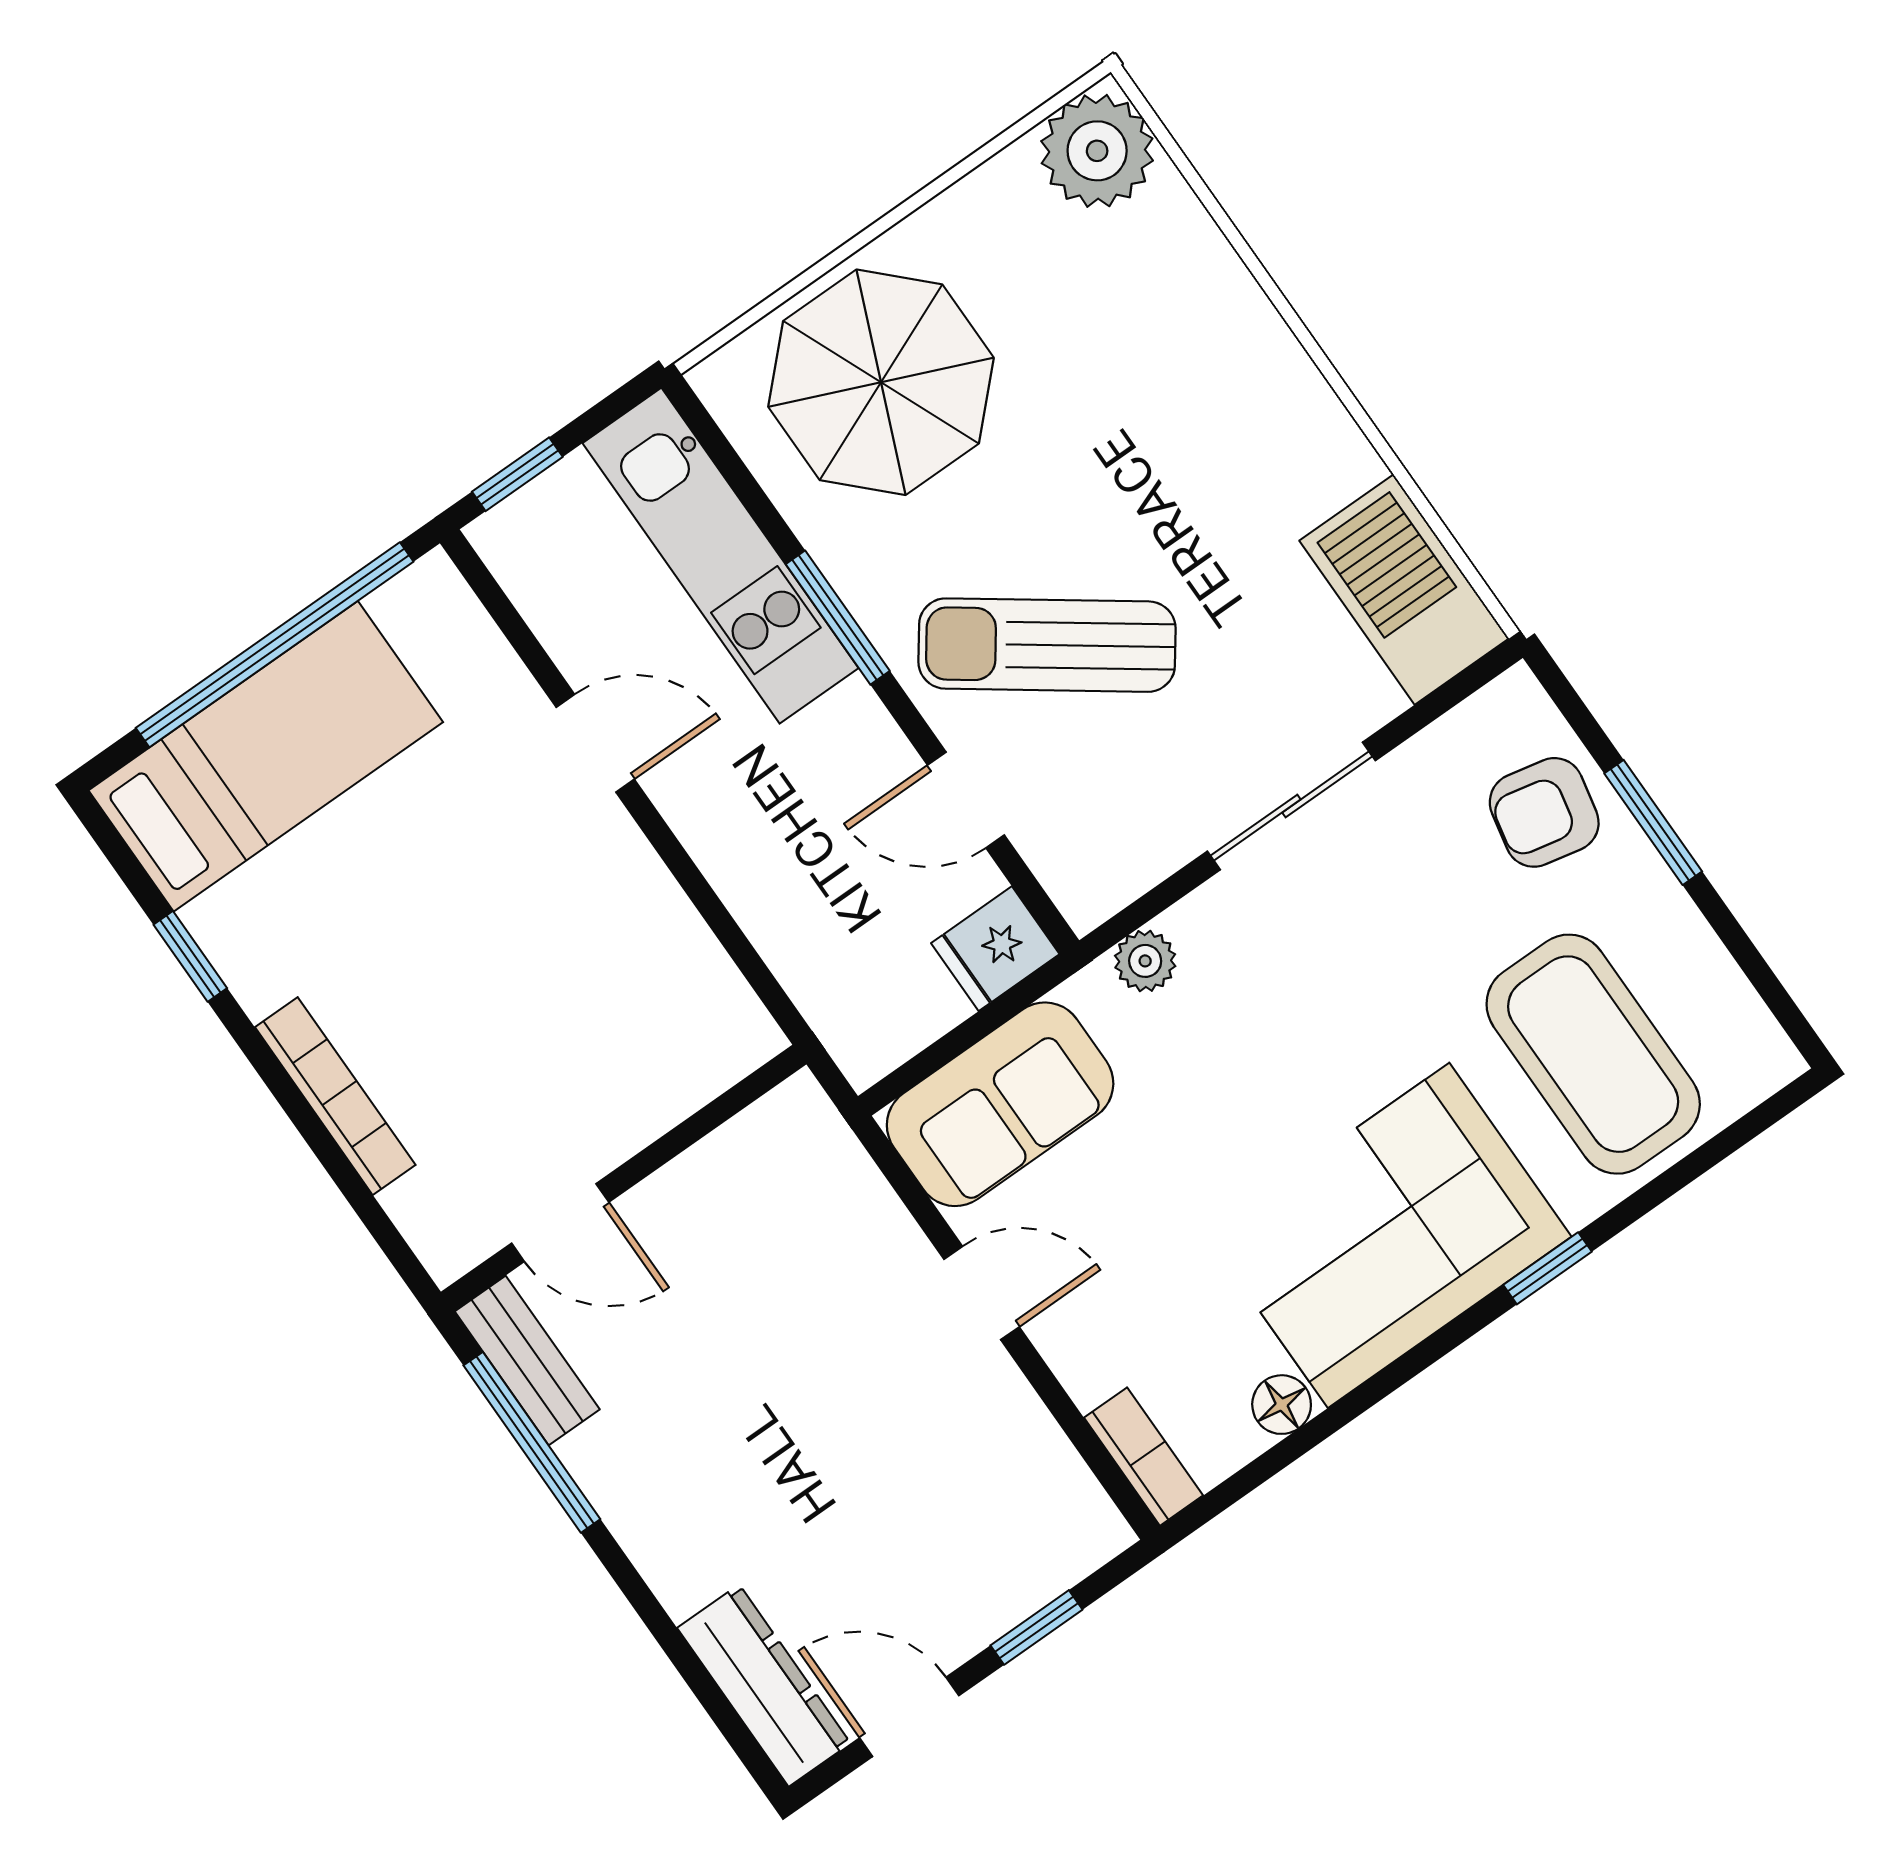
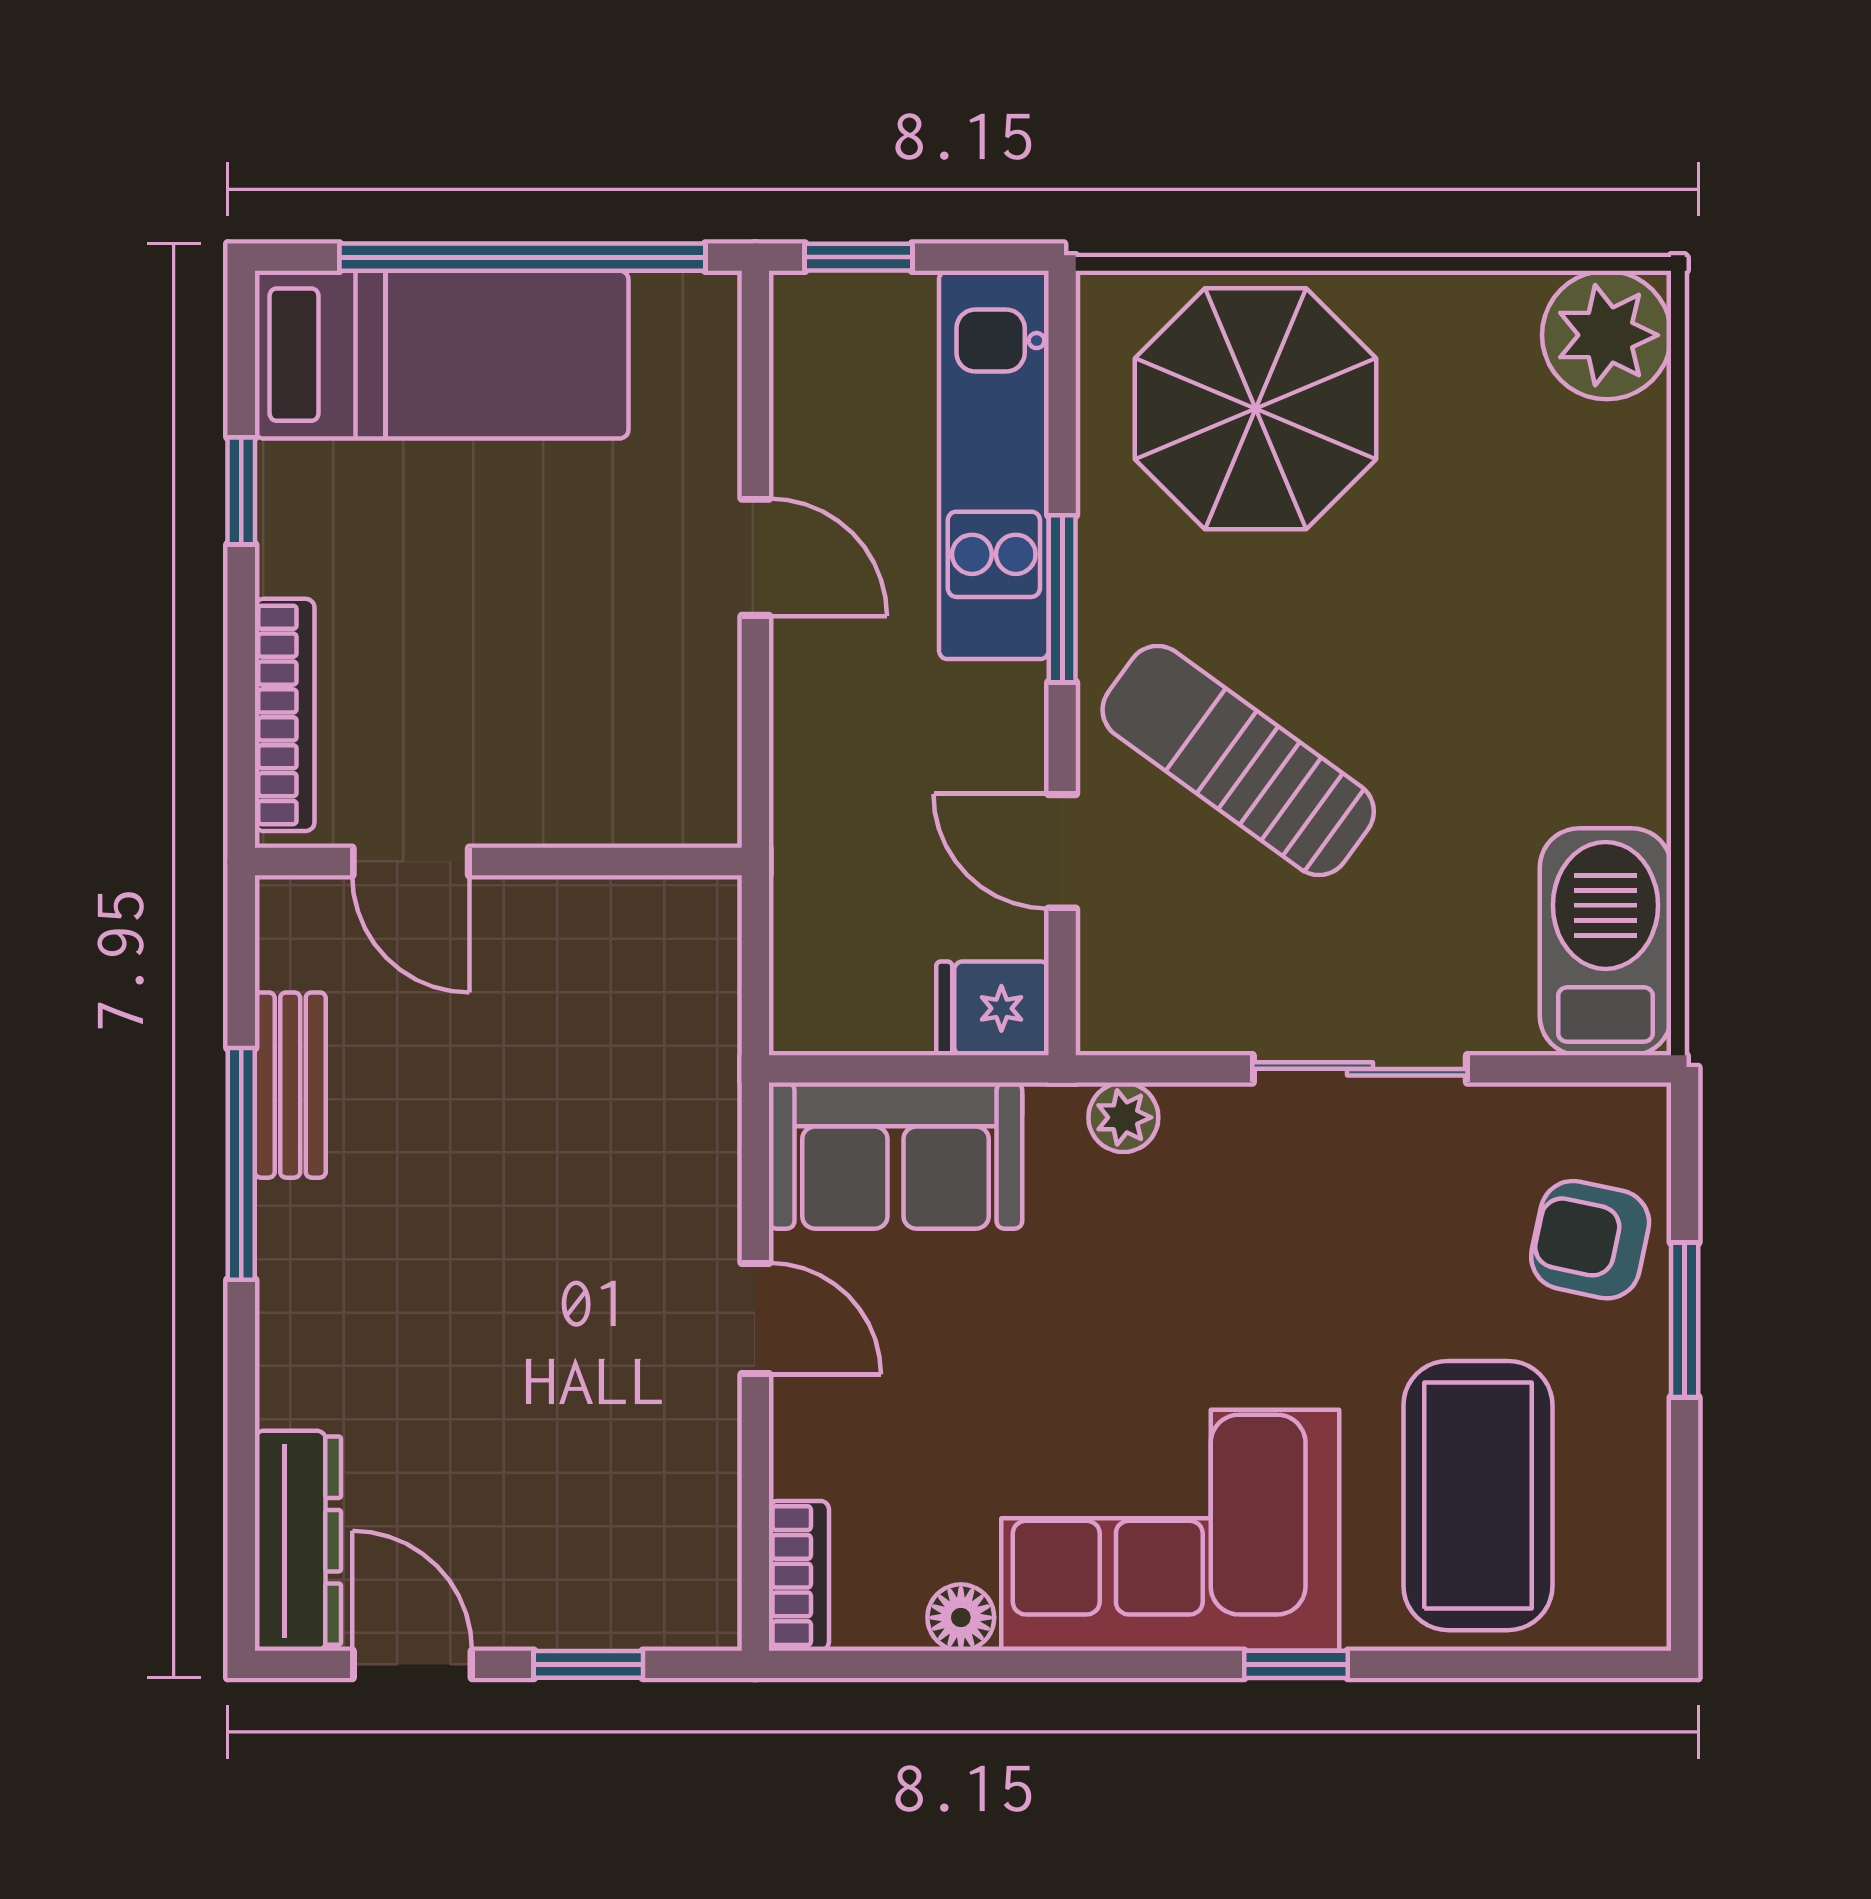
wall: (624, 1178) -> (498, 861), moved
door: (560, 1223) -> (411, 861), moved

